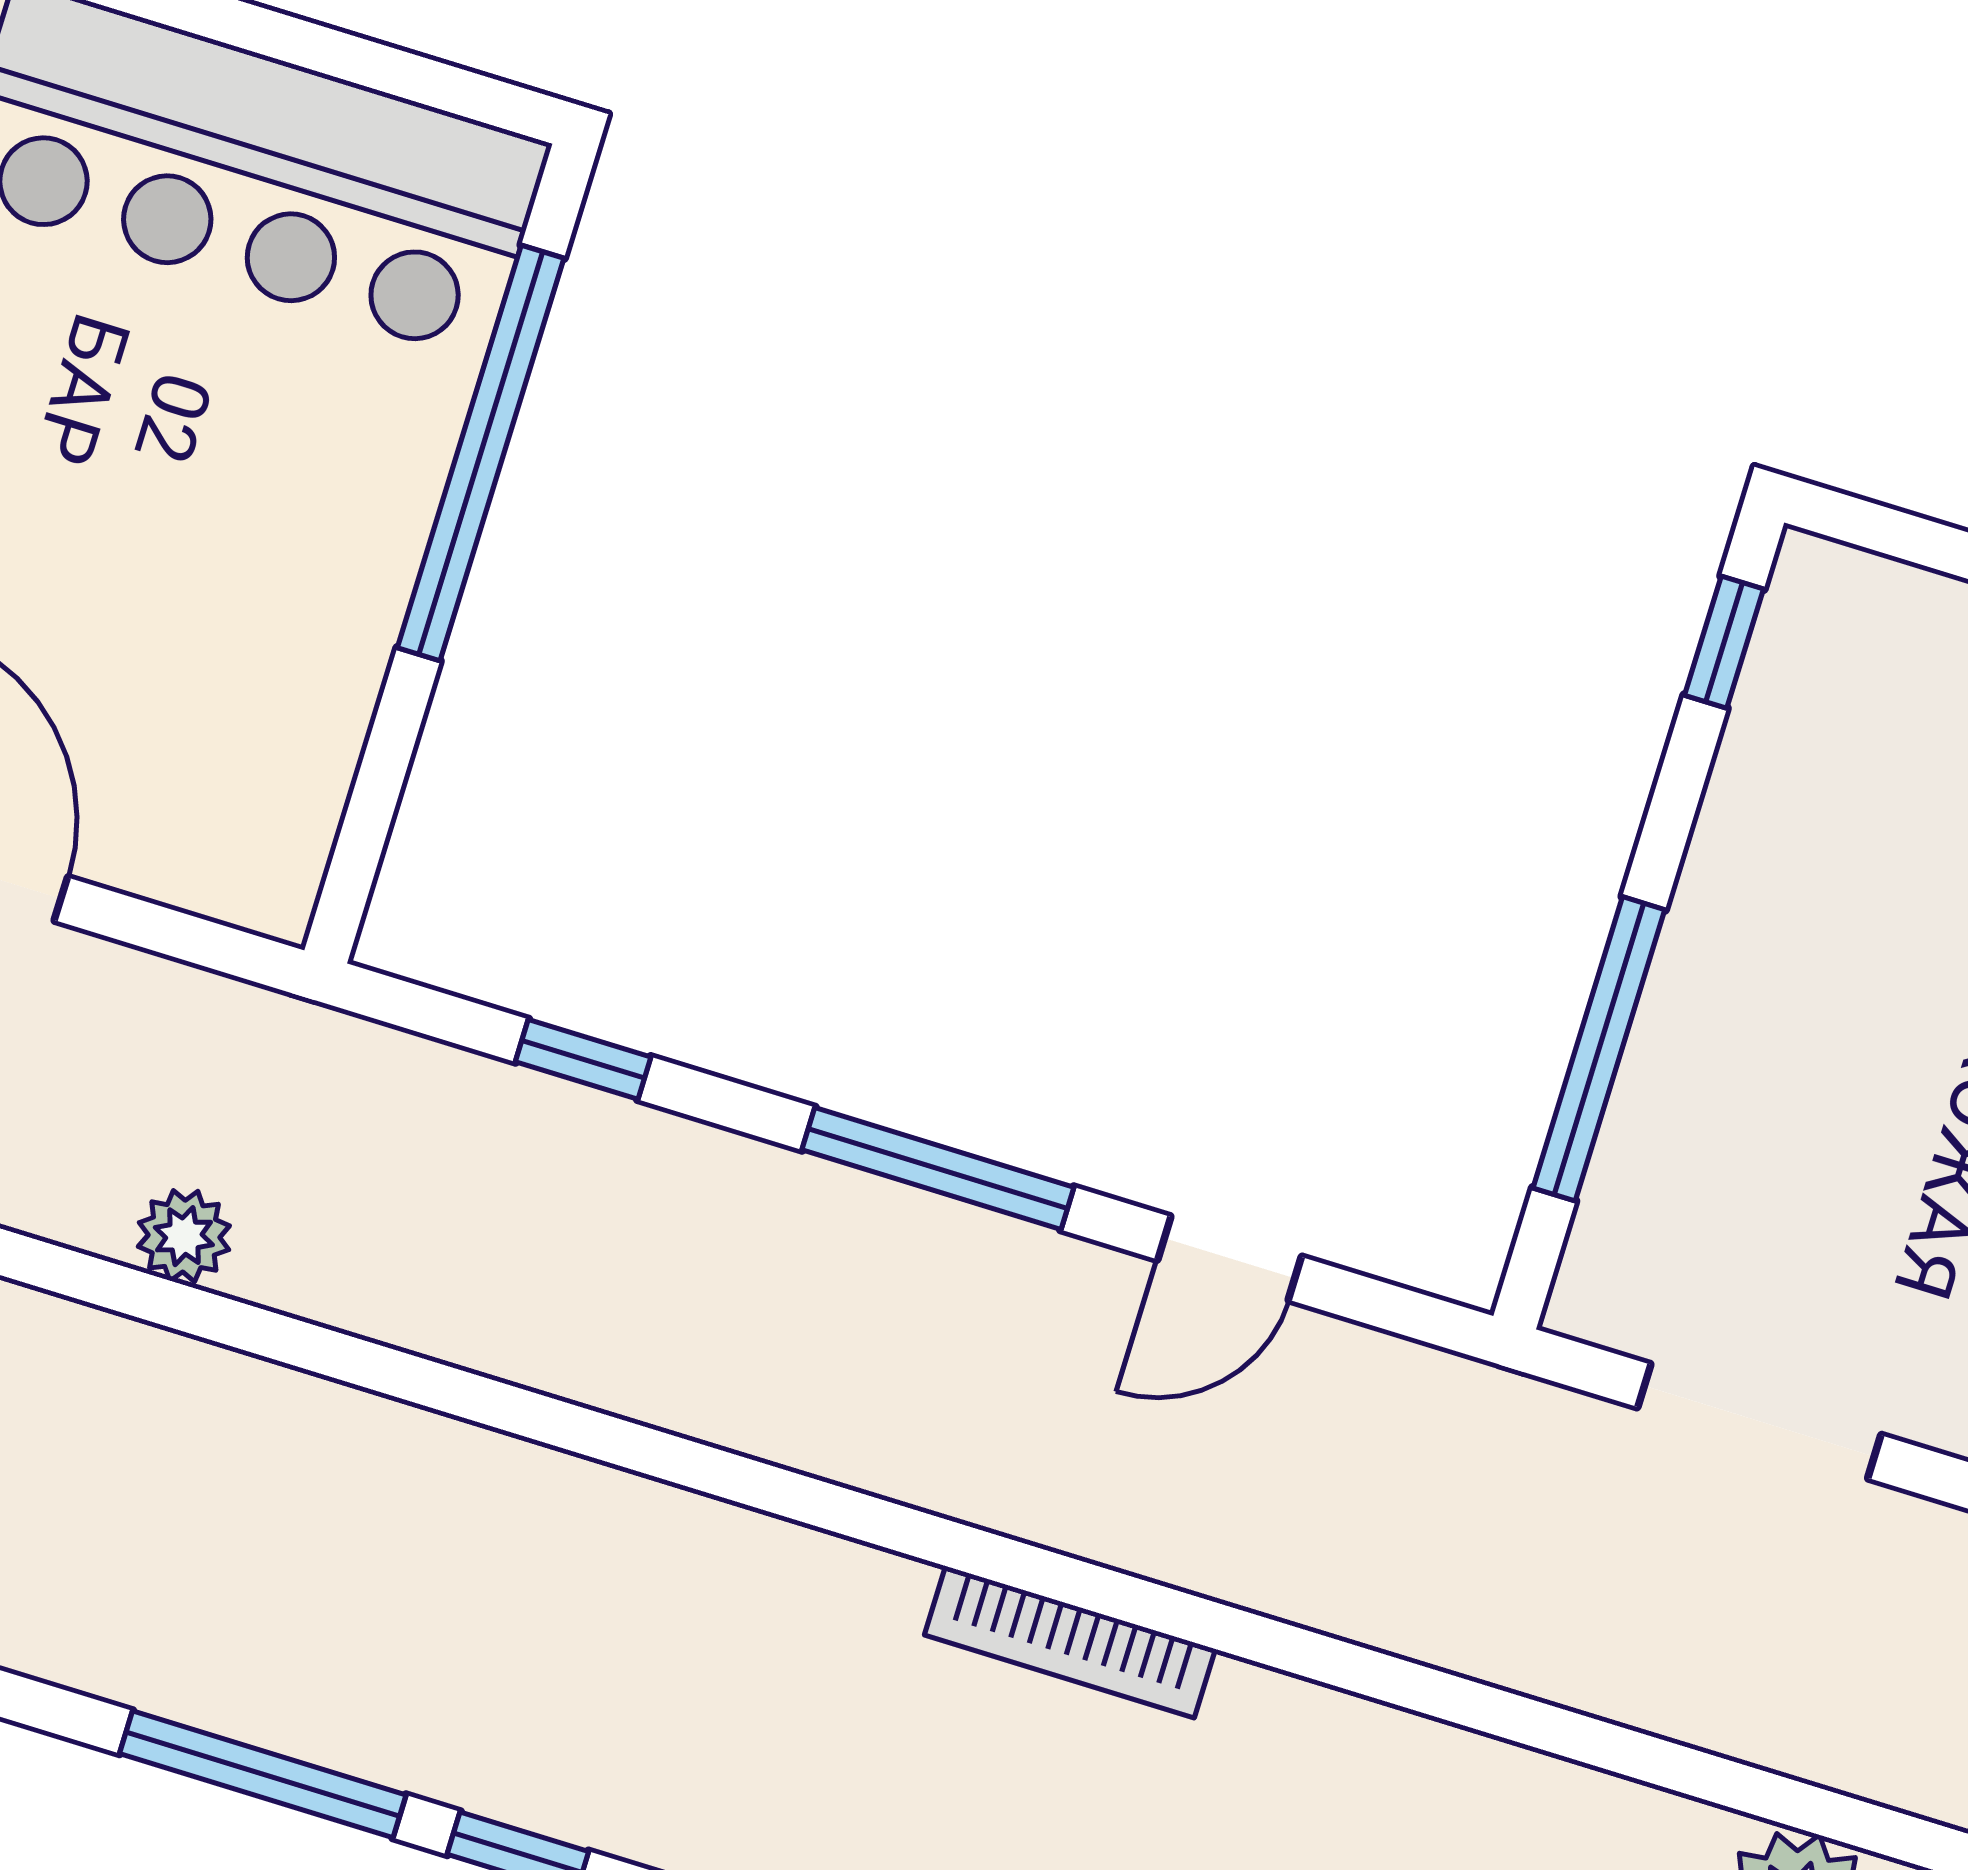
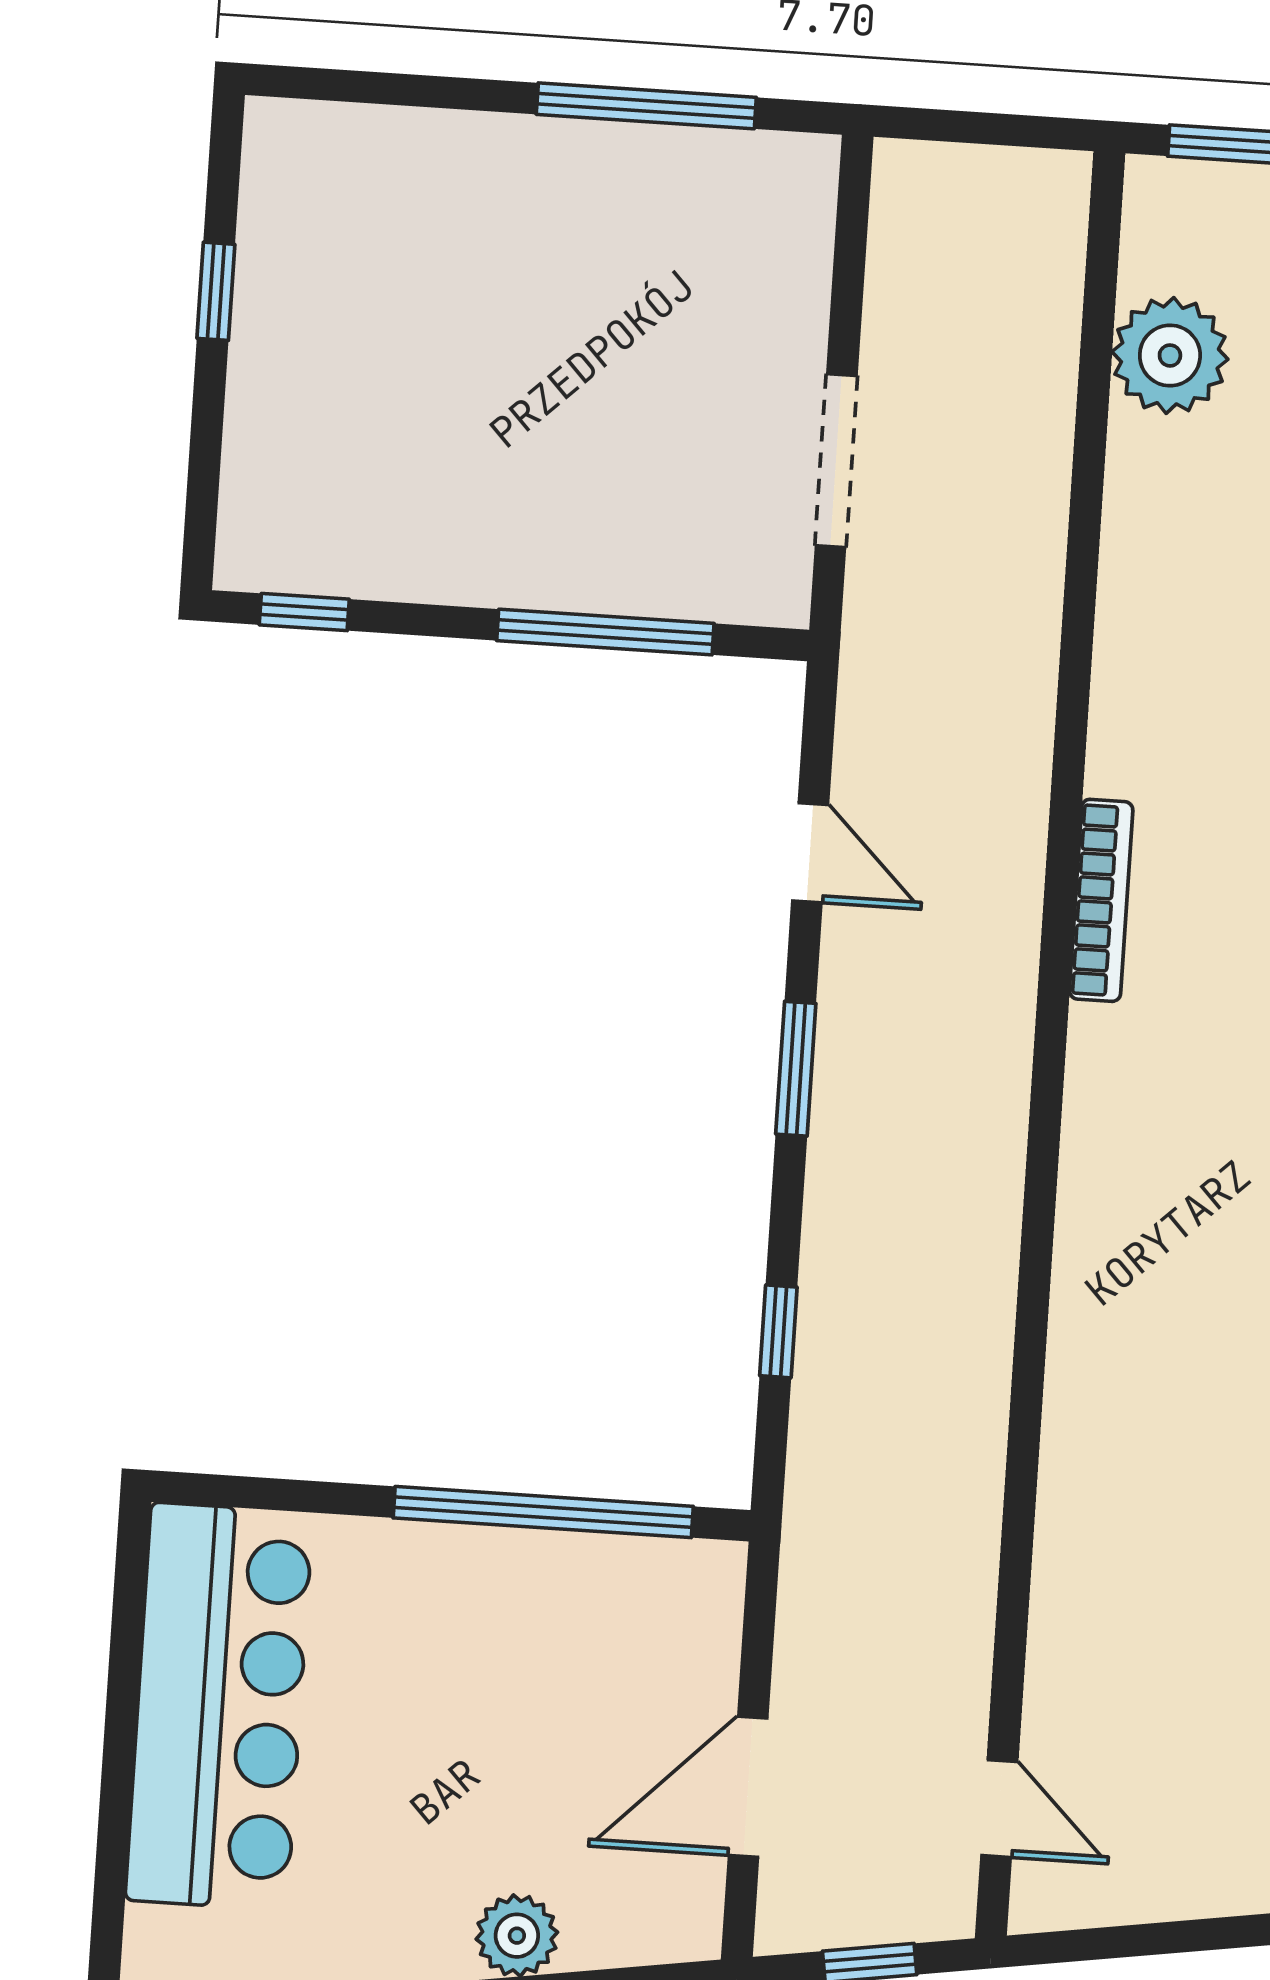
window: (481, 453) -> (543, 1512), moved
window: (938, 1169) -> (796, 1069), width x0.69
plant: (184, 1236) -> (965, 1578), removed

